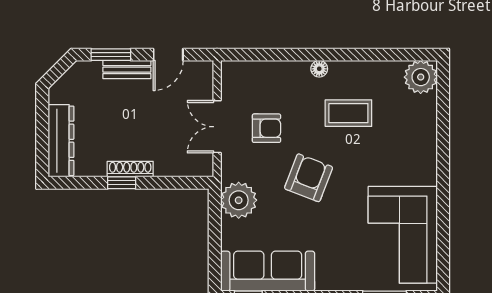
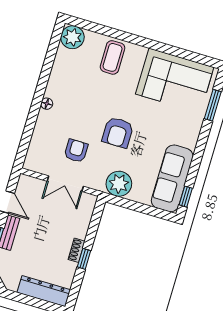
coffee table: (348, 113) -> (113, 57), moved
shoe rack: (130, 169) -> (76, 250), width x0.70
armchair: (309, 178) -> (118, 132), turned -111

